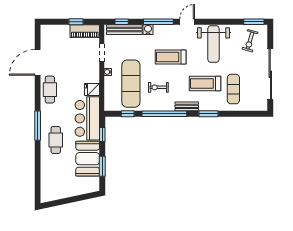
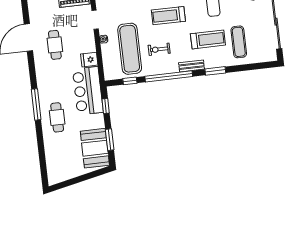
treadmill: (205, 83) -> (208, 39), turned 180
cafe table: (50, 90) -> (55, 45), moved
booth: (88, 159) -> (95, 148), moved

